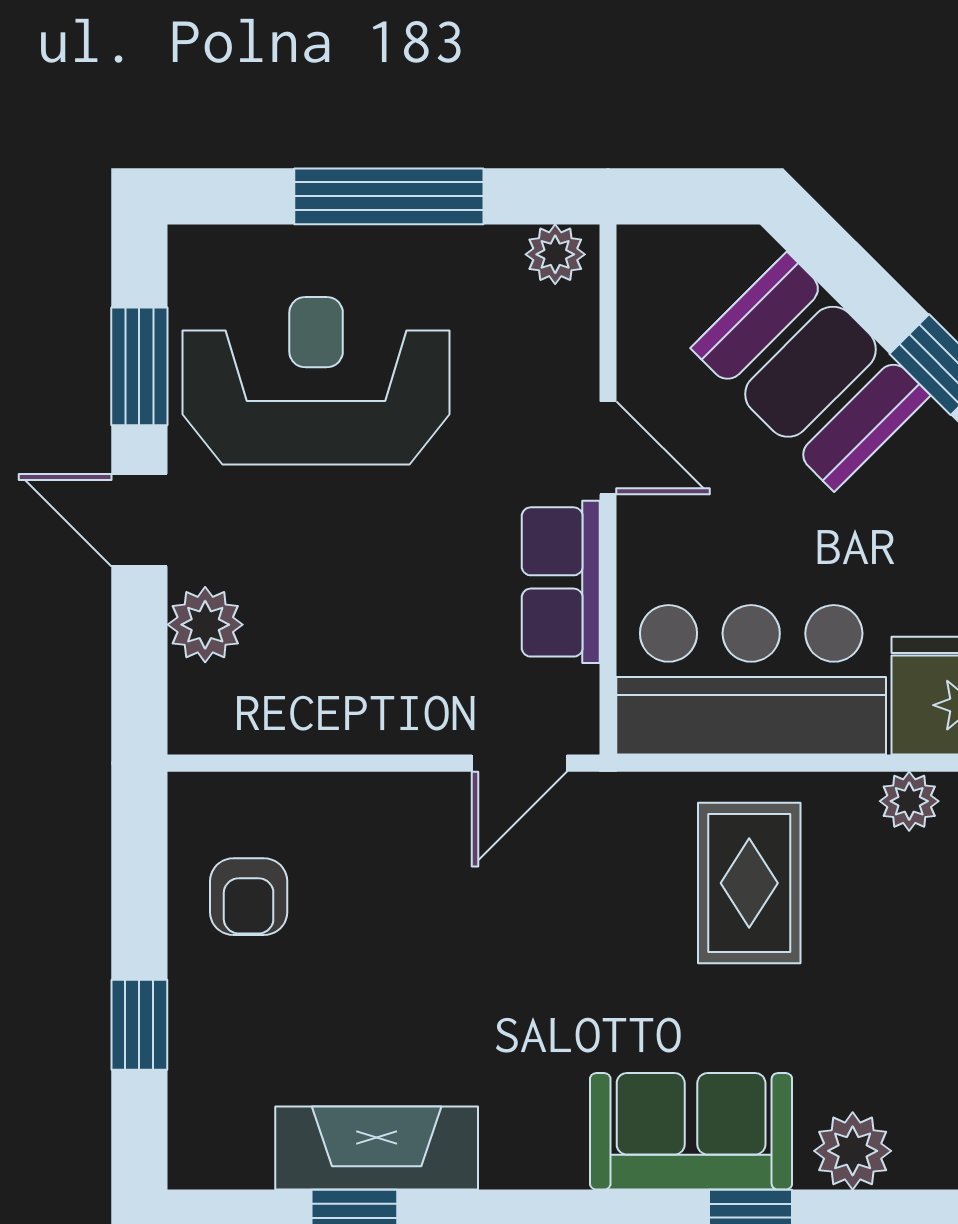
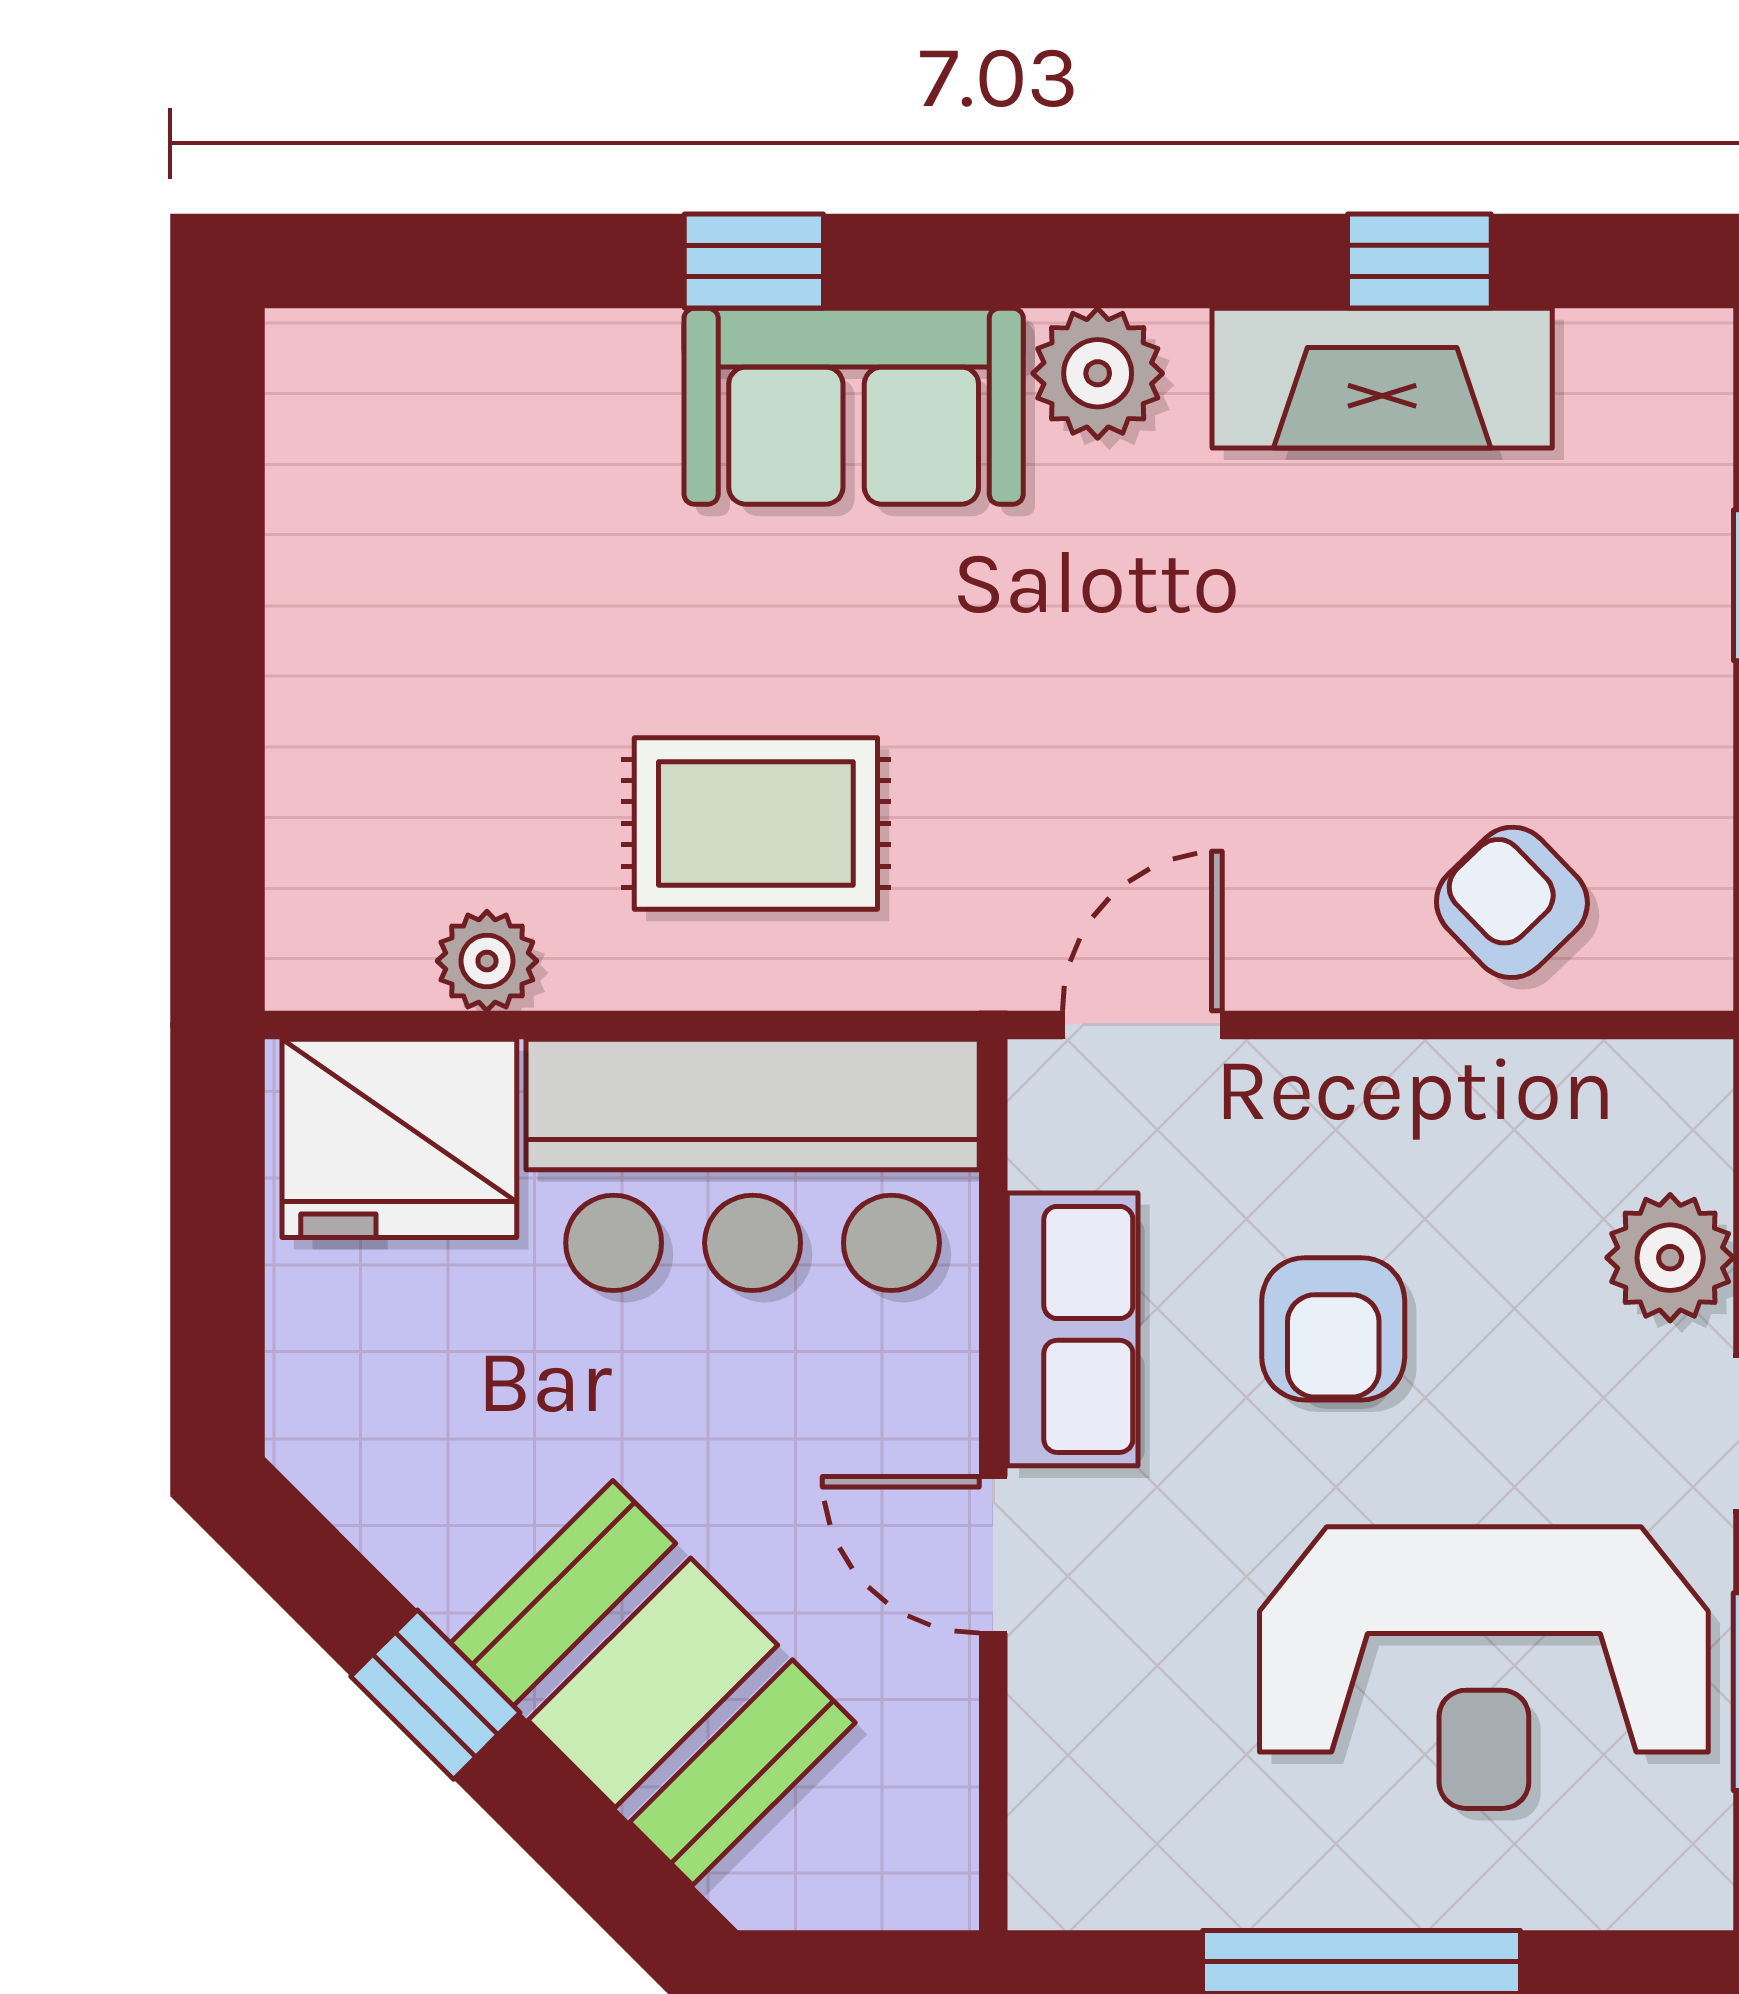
plant: (555, 254) -> (1082, 1880), removed
armchair: (406, 582) -> (1333, 1329), added
rug: (749, 883) -> (756, 823), turned 90
armchair: (249, 897) -> (1512, 902), moved, turned -44
plant: (853, 1151) -> (1098, 373), moved

